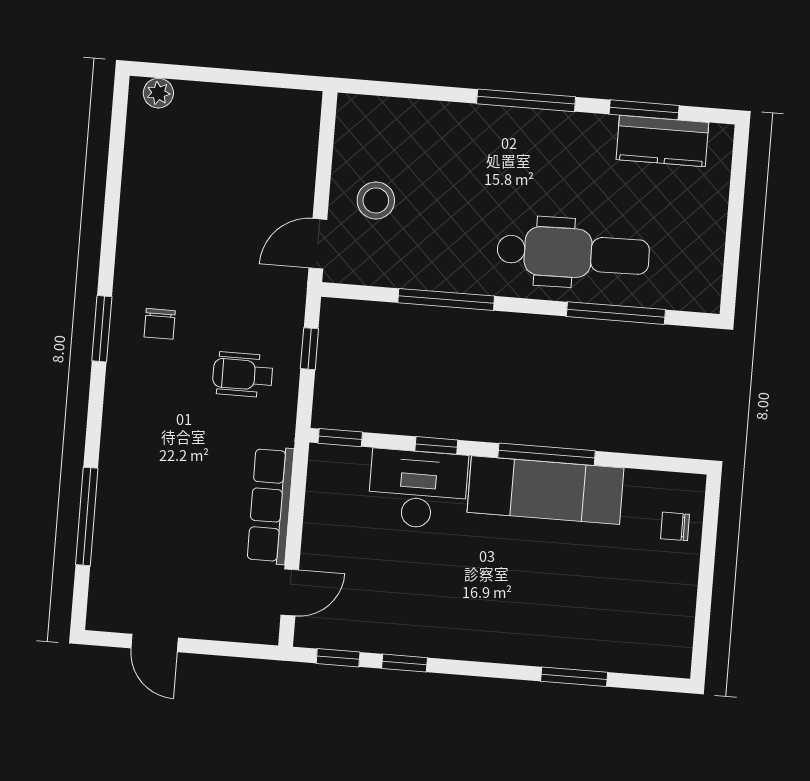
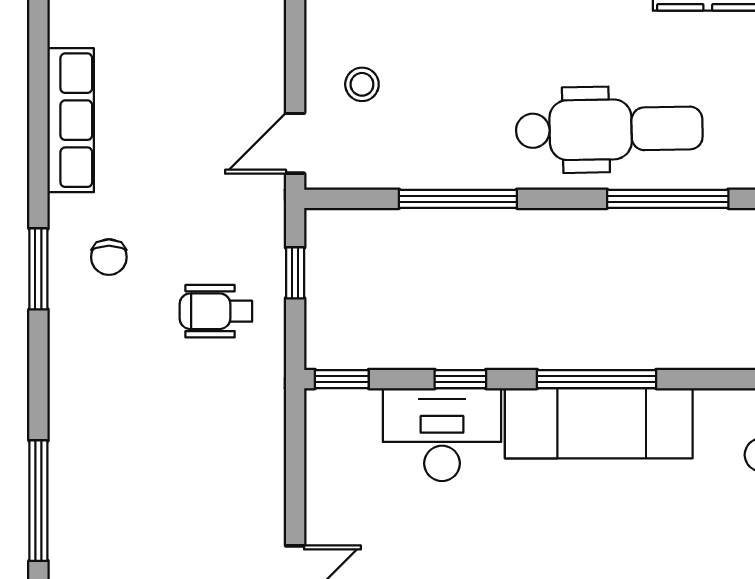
stool: (376, 200) -> (362, 84), width x0.73, depth x0.73
row of seats: (271, 505) -> (71, 120), moved, turned 180

